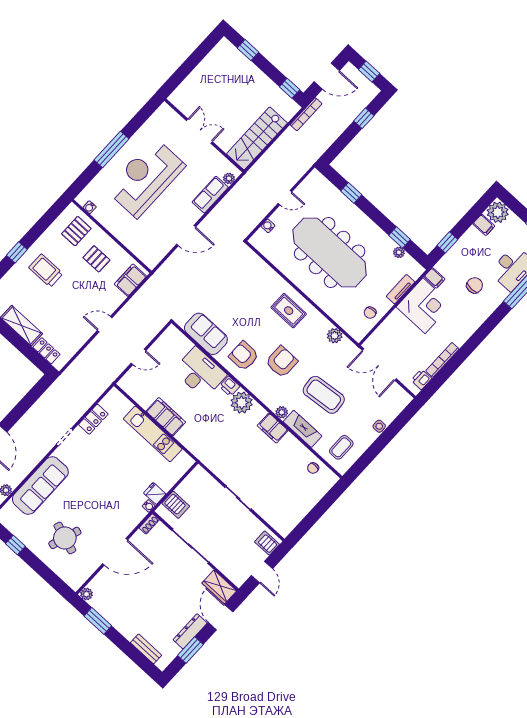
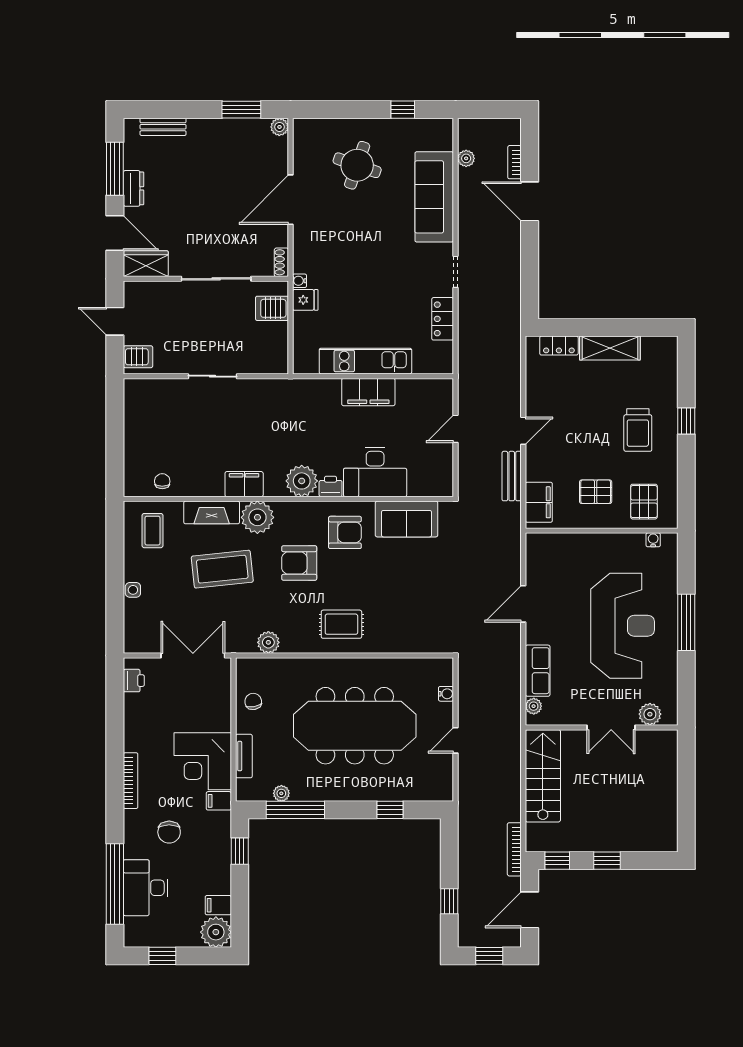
window: (248, 50) -> (607, 861), moved
plant: (173, 120) -> (650, 714), added
window: (400, 237) -> (295, 810), width x2.17
trolley: (46, 271) -> (638, 430), turned 90
bench: (132, 306) -> (512, 476), added
bookcase: (442, 360) -> (131, 781), moved
armchair: (281, 362) -> (299, 563), turned 90
plant: (282, 412) -> (257, 517), width x1.88, depth x1.88
dresser: (190, 631) -> (133, 188), width x0.70
window: (190, 650) -> (115, 169), width x1.44

